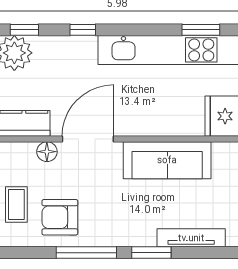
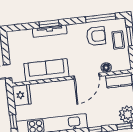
tv unit: (191, 238) -> (50, 31), moved
window: (86, 253) -> (101, 18), moved

